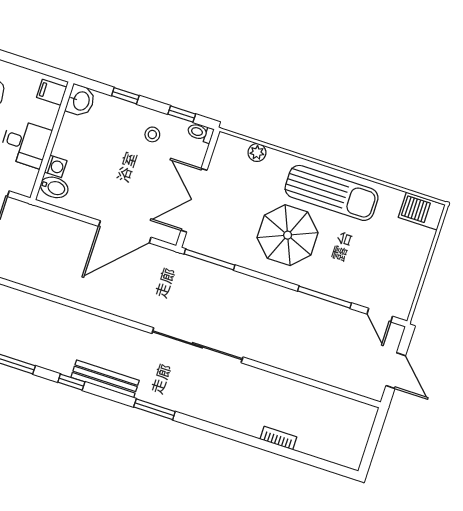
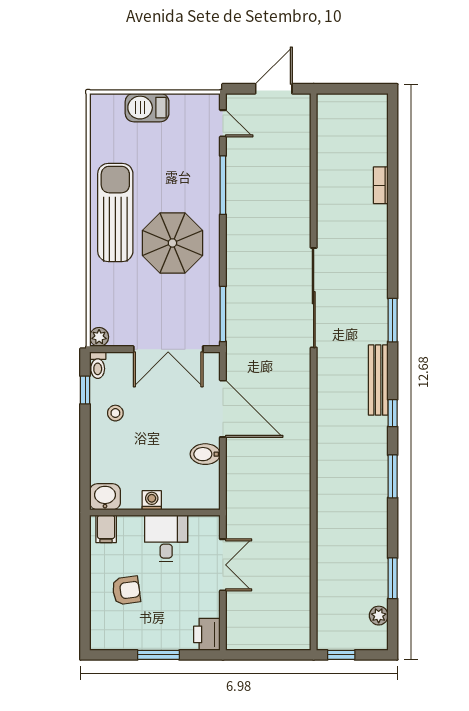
window: (125, 96) -> (85, 453), removed
plant: (257, 153) -> (99, 337), moved
washing machine: (56, 166) -> (152, 500), moved
bidet: (54, 187) -> (205, 454), moved, turned -90
barbecue: (422, 211) -> (147, 108), moved, turned 90
door: (380, 315) -> (223, 123), hinge flipped

